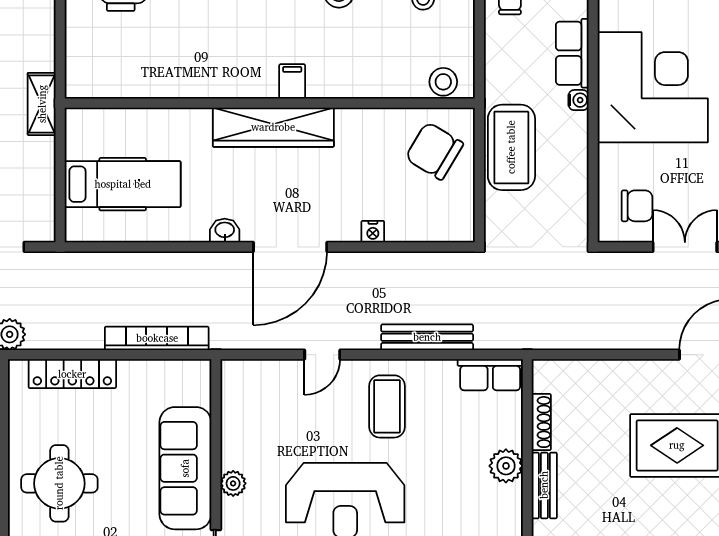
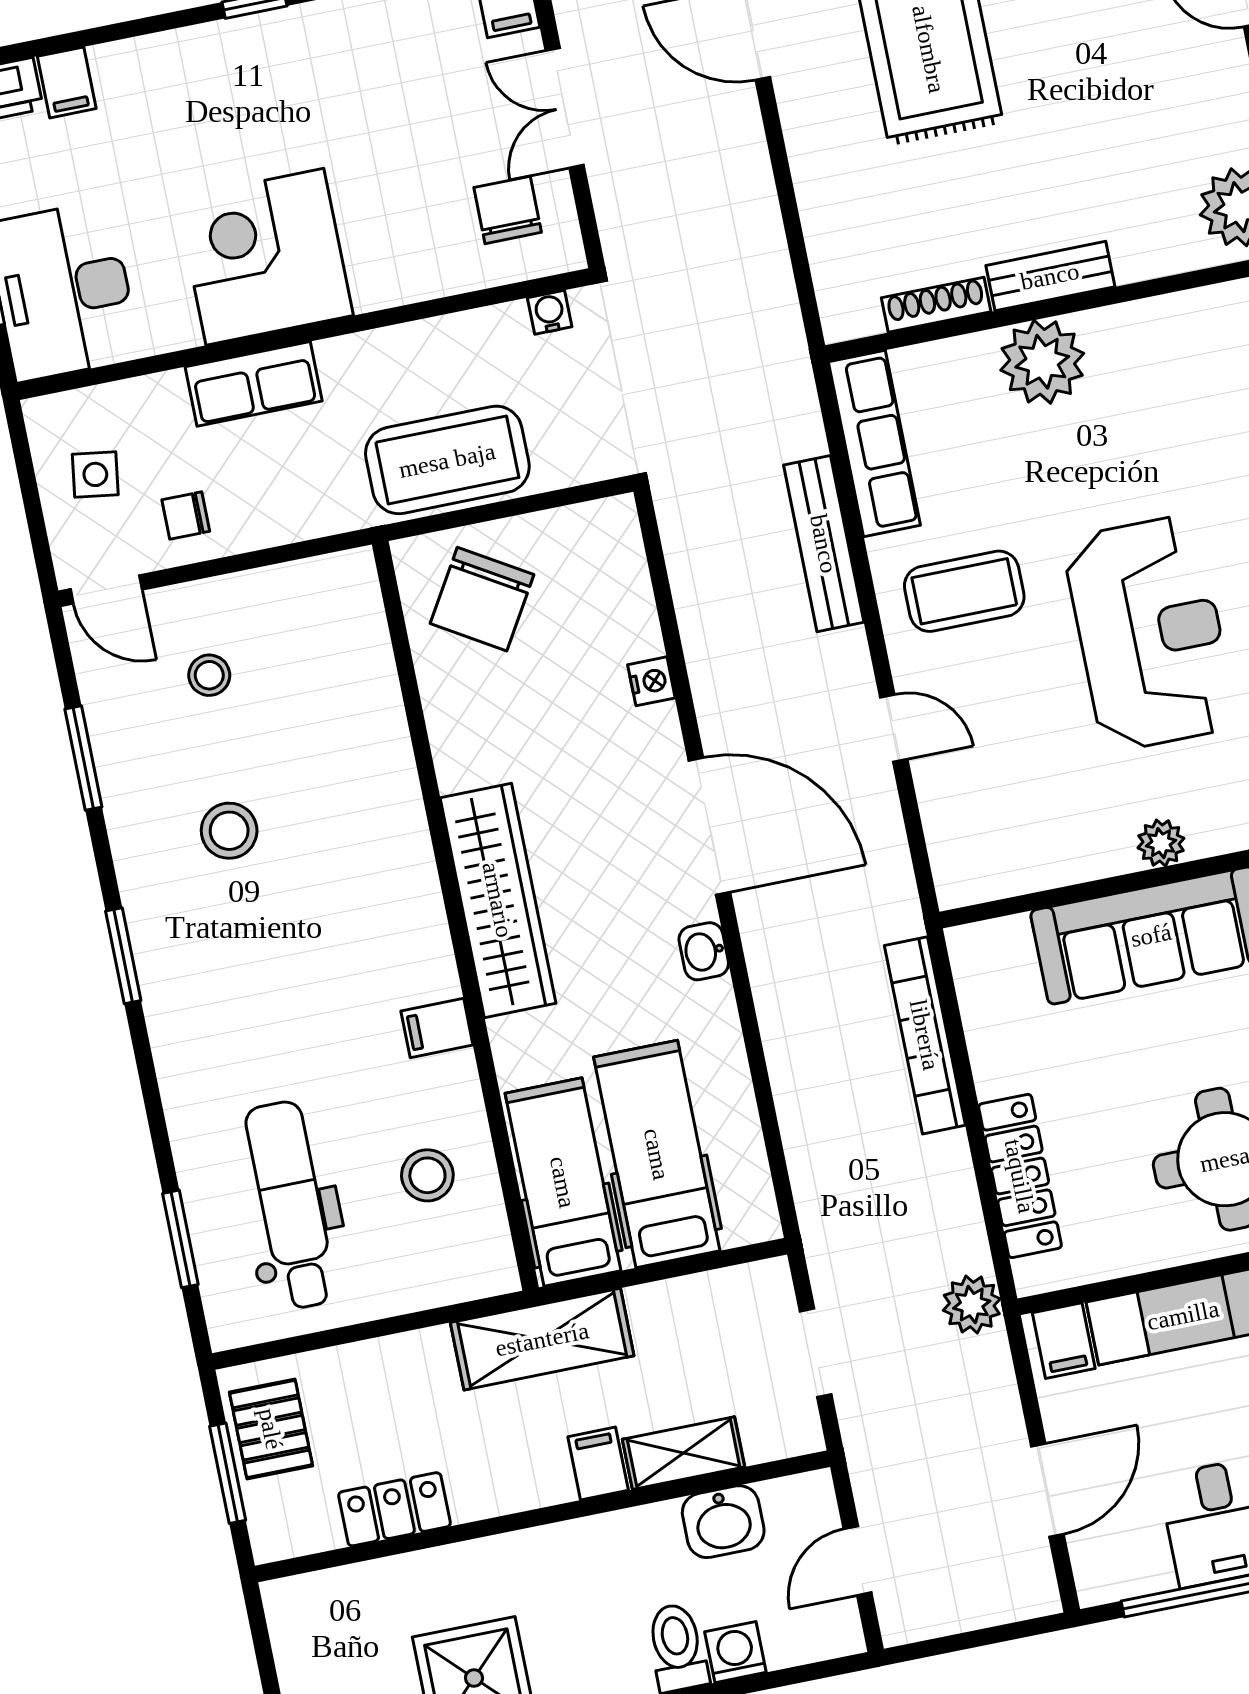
filing cabinet: (292, 81) -> (437, 1028), moved
stool: (443, 82) -> (427, 1175), moved
corner desk: (653, 87) -> (265, 257), width x0.74, depth x0.74
water cooler: (579, 100) -> (550, 312), moved
shelving: (42, 104) -> (542, 1339), width x1.50, depth x1.33
hospital bed: (118, 132) -> (563, 1182), added
row of seats: (490, 375) -> (874, 444), width x1.48
plant: (506, 466) -> (1042, 362), width x1.36, depth x1.36

